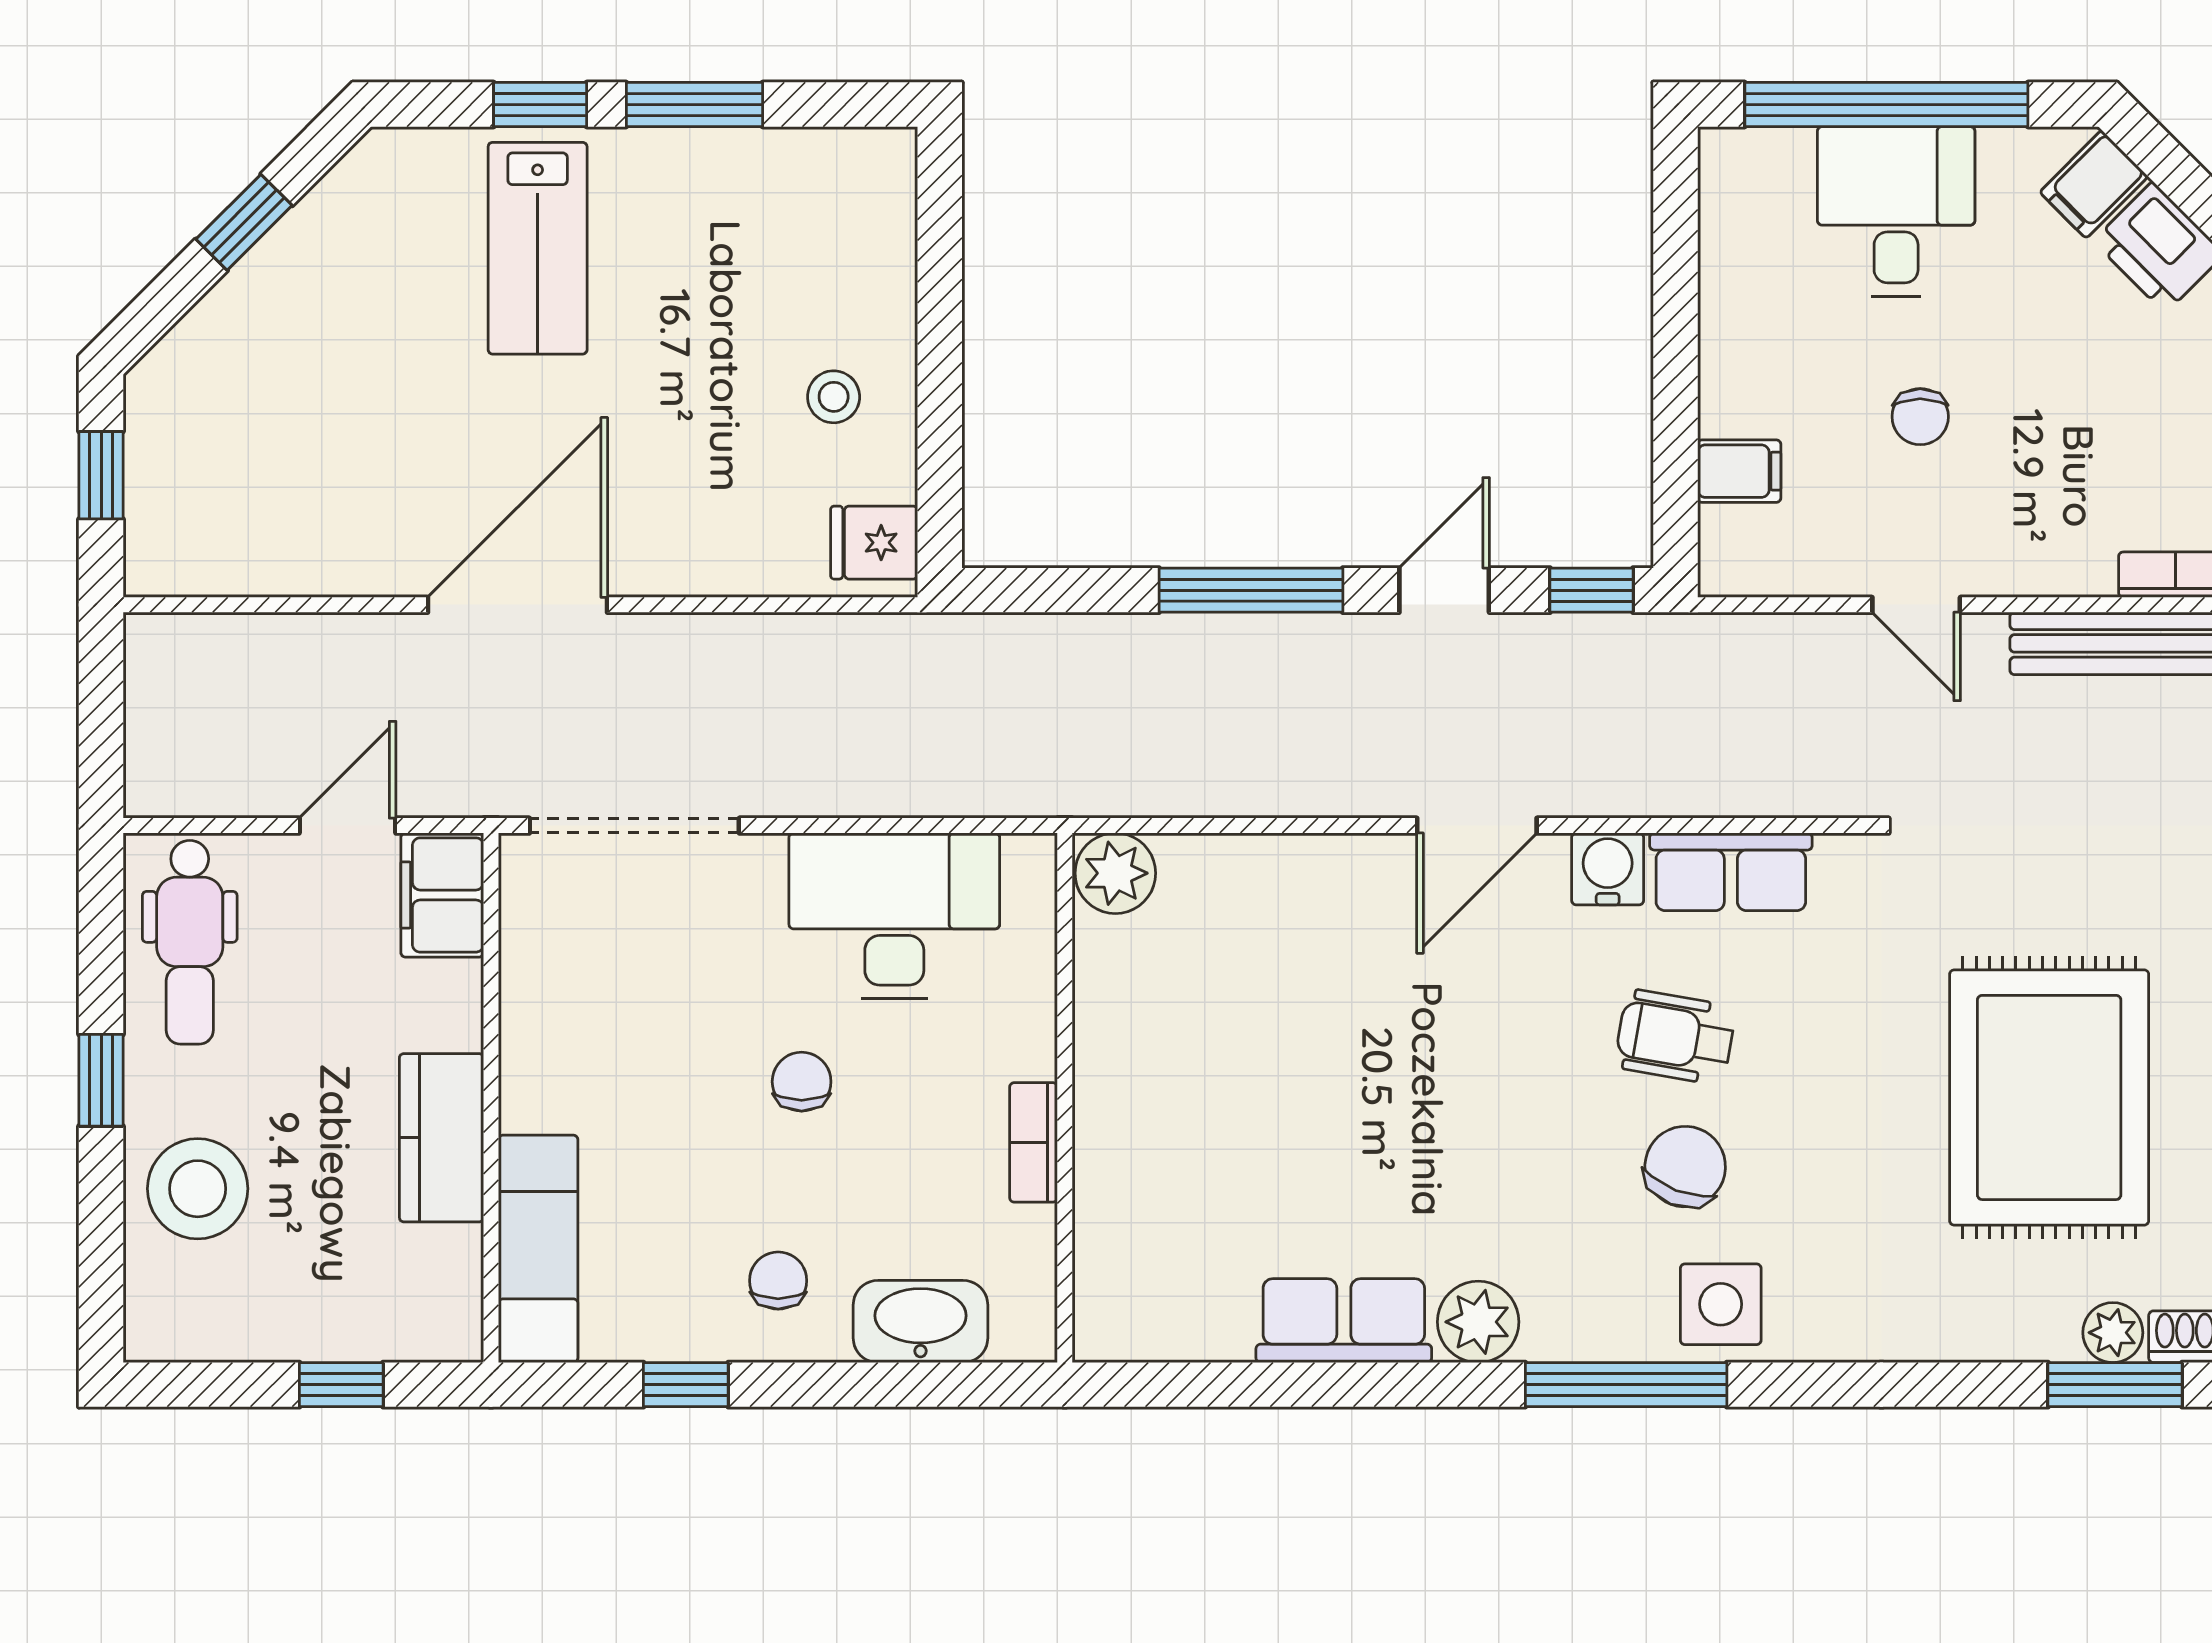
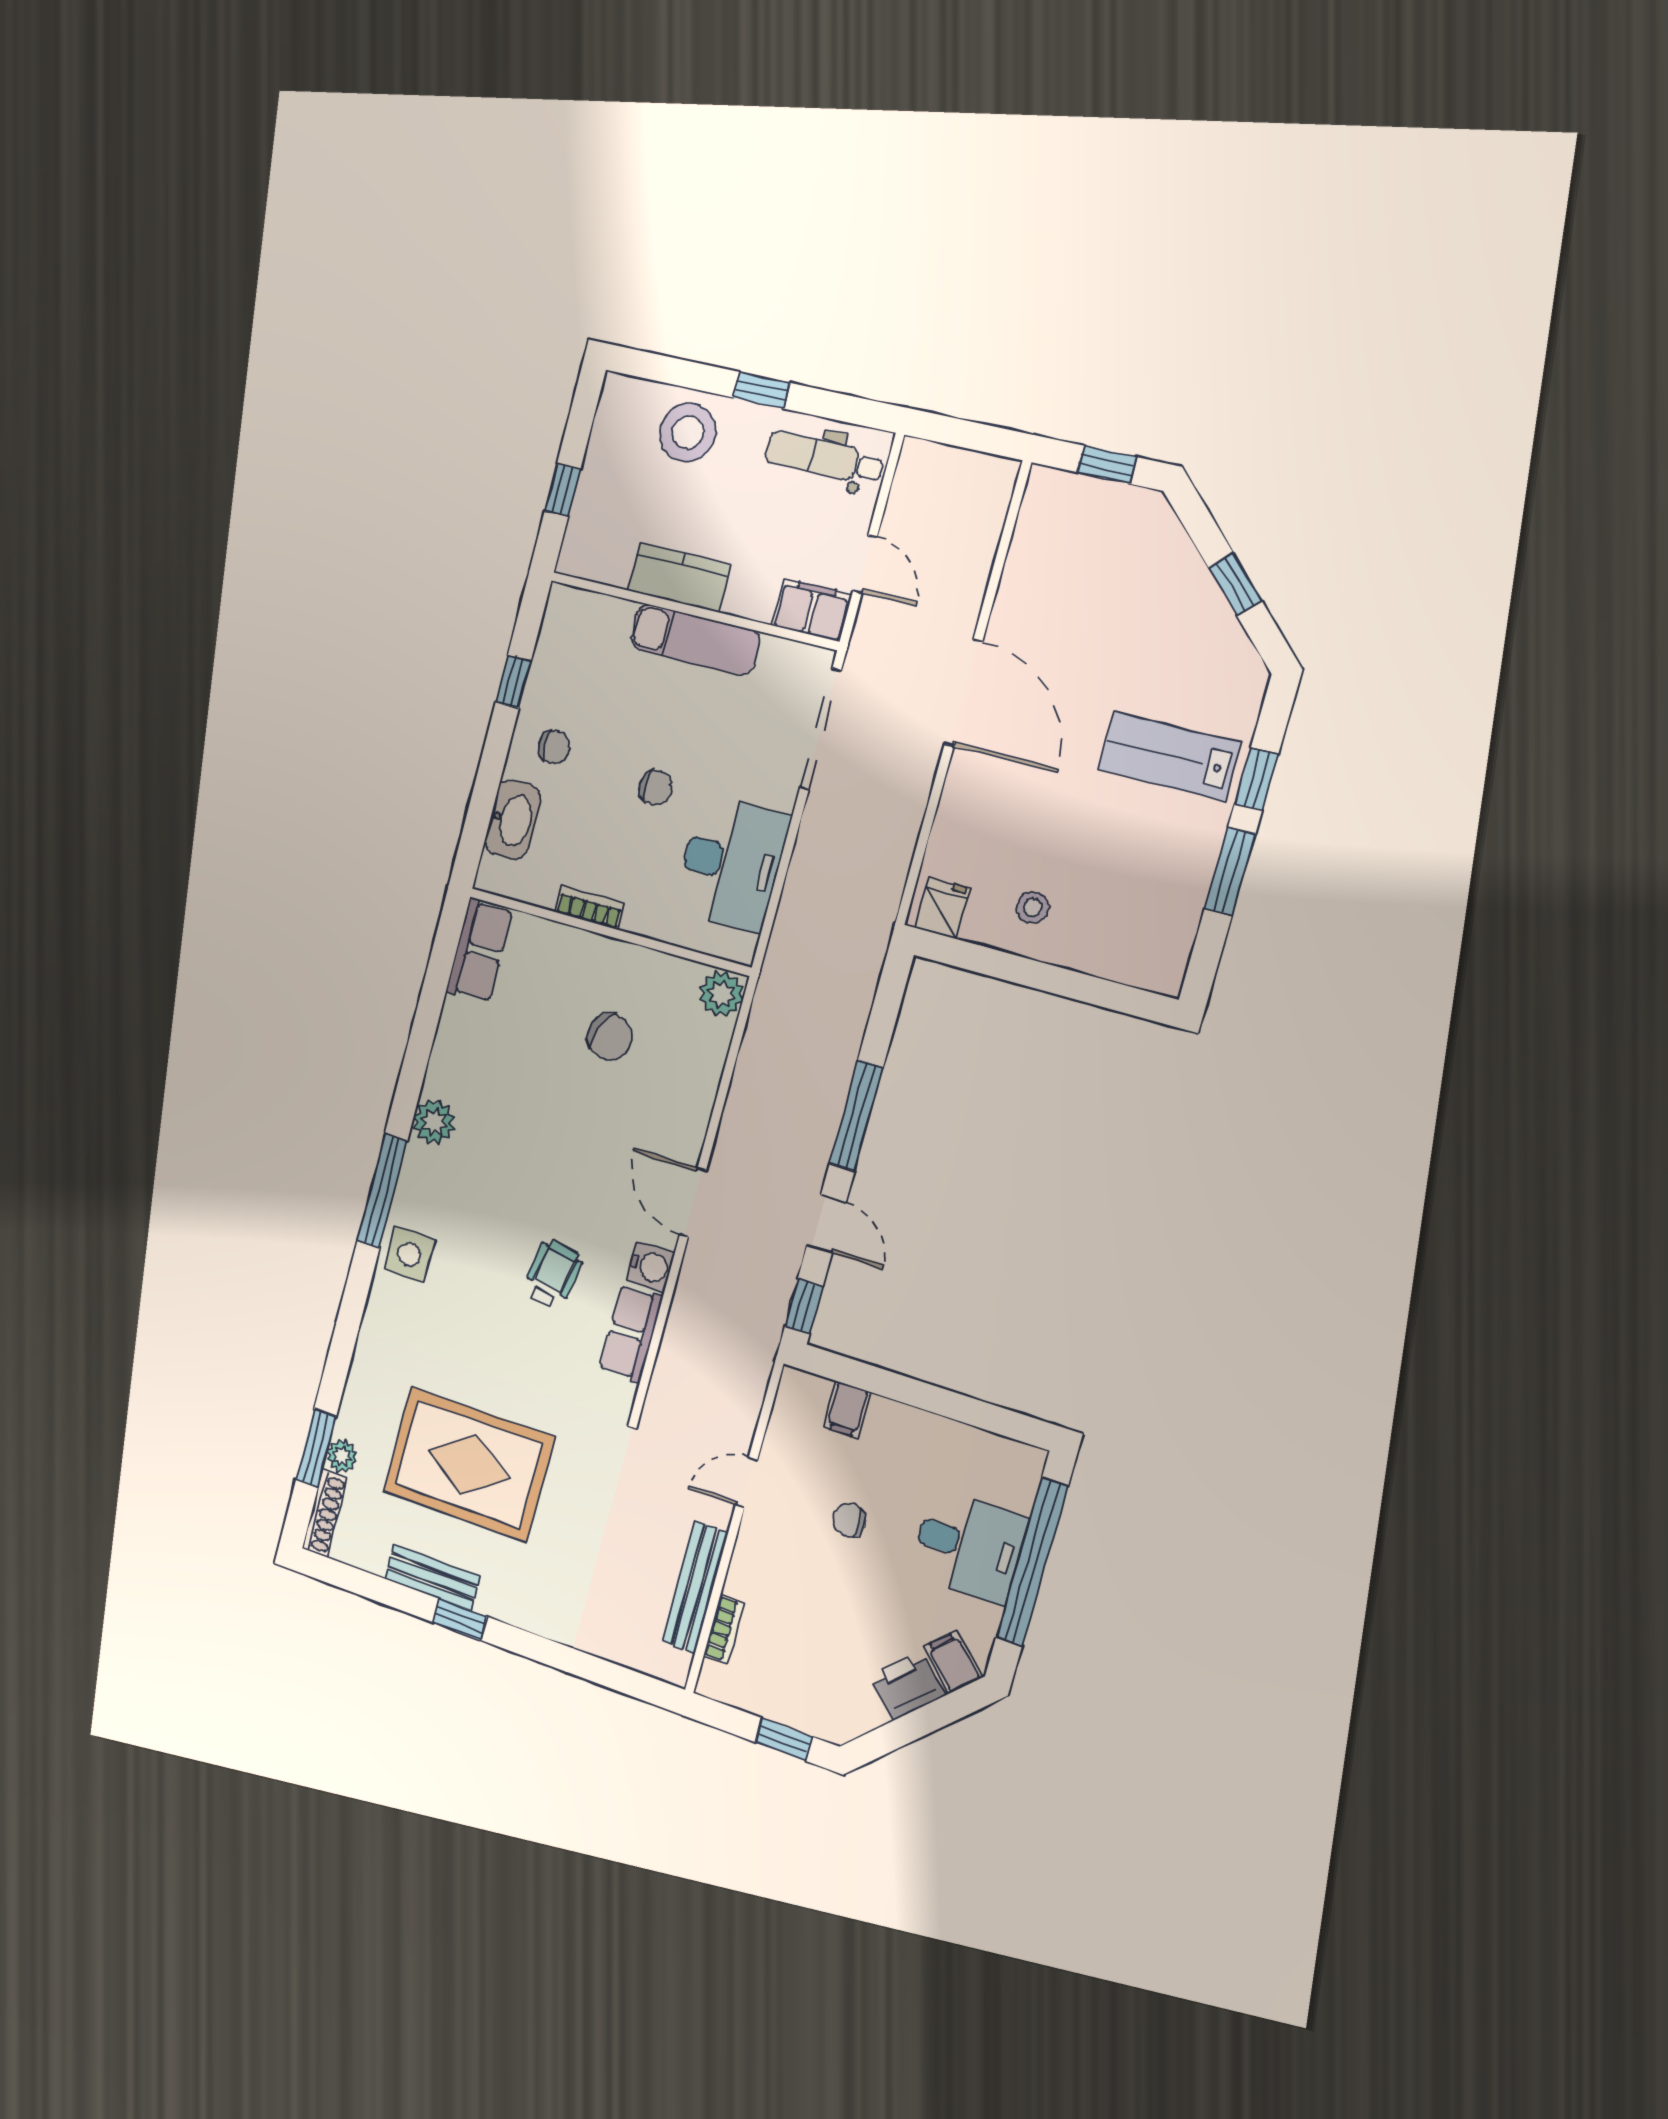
chair: (1685, 1167) -> (610, 1037), moved
exam couch: (538, 1249) -> (695, 640), moved
row of seats: (1344, 1321) -> (479, 951), moved

